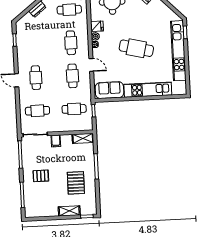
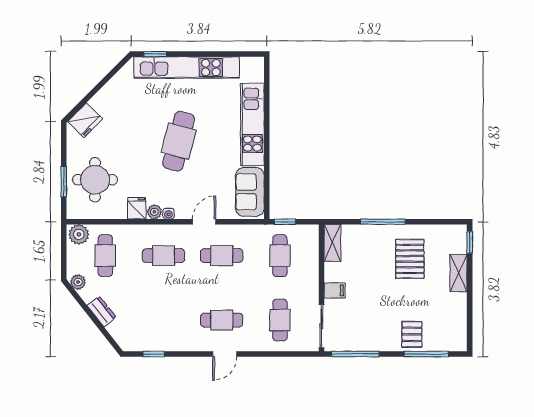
pallet: (41, 176) -> (412, 334), moved
pallet: (76, 183) -> (410, 259), turned 90

